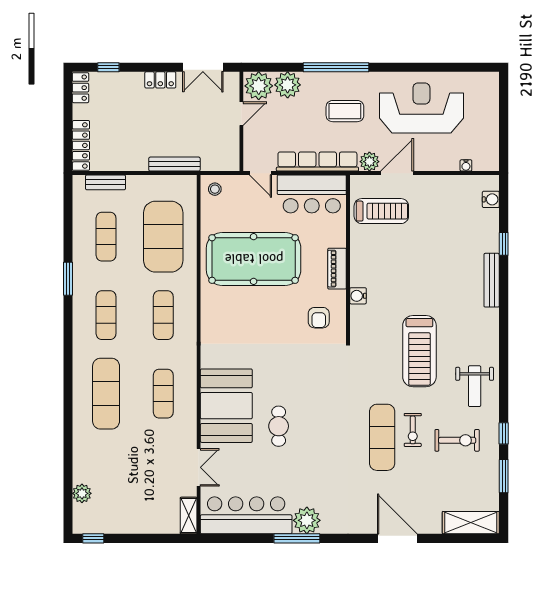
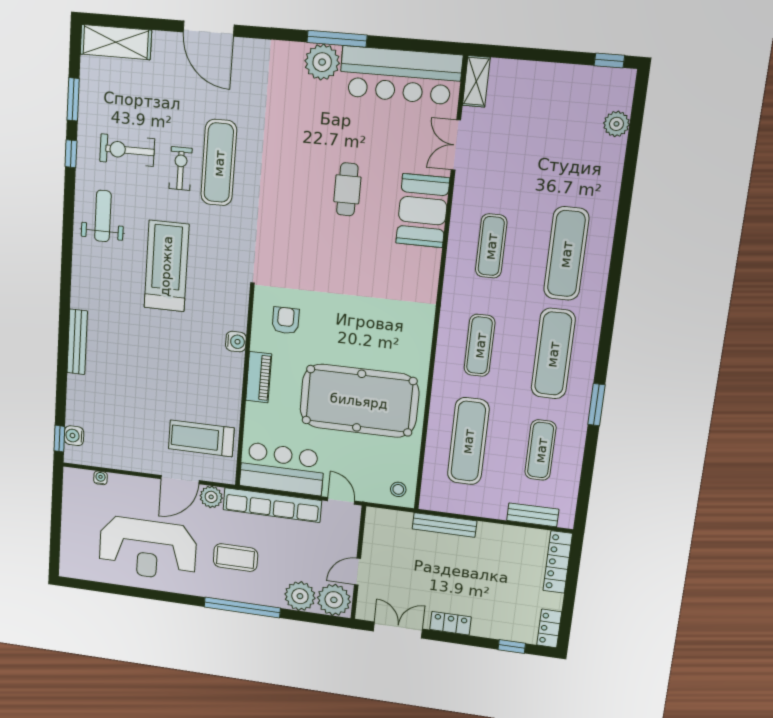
exercise mat: (163, 237) -> (468, 441), width x0.68
window: (504, 244) -> (59, 439), moved
exercise mat: (106, 315) -> (553, 354), width x1.36, depth x1.45
booth: (226, 406) -> (423, 211), width x0.73, depth x0.70

